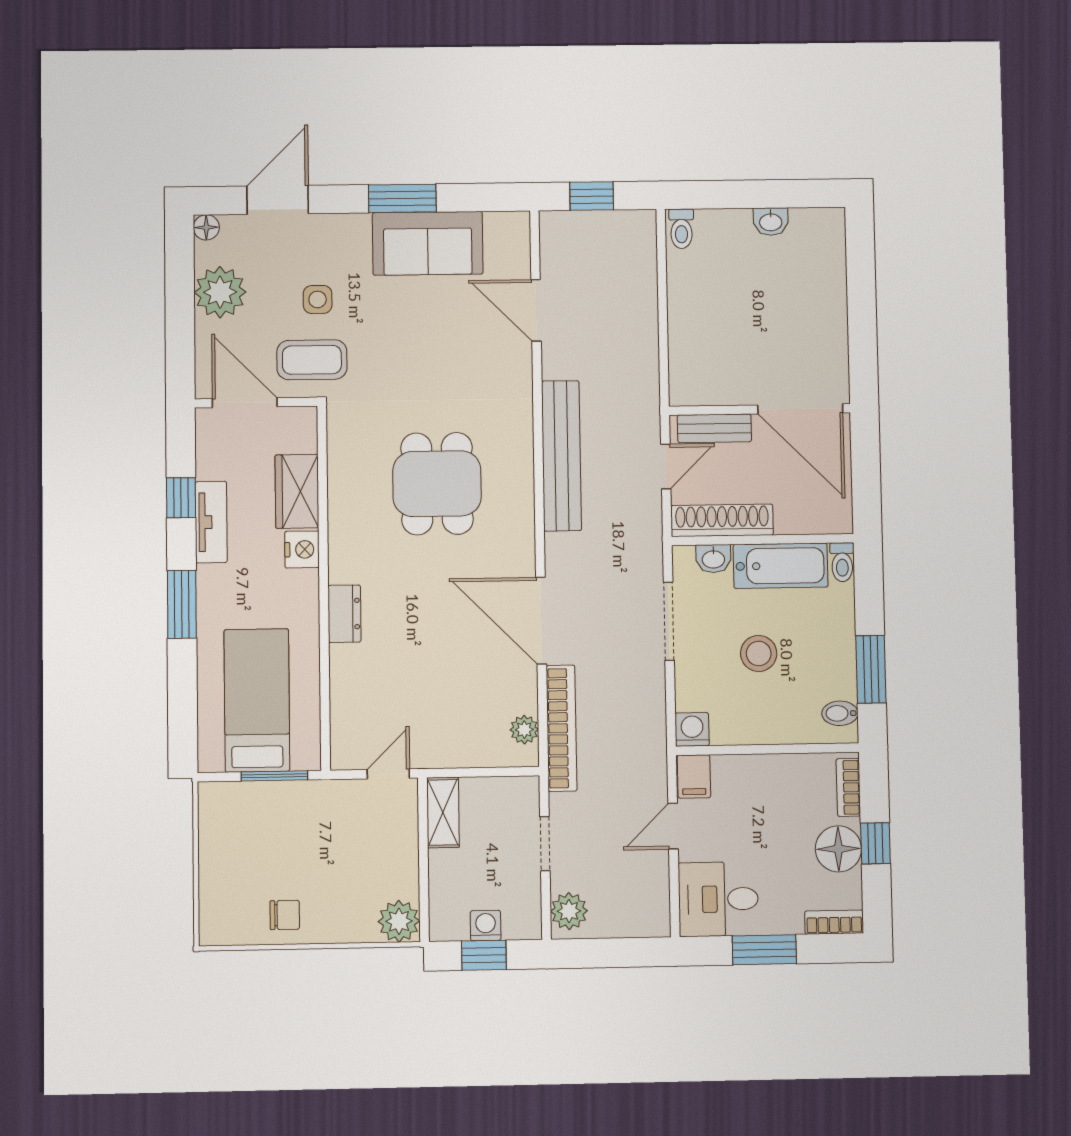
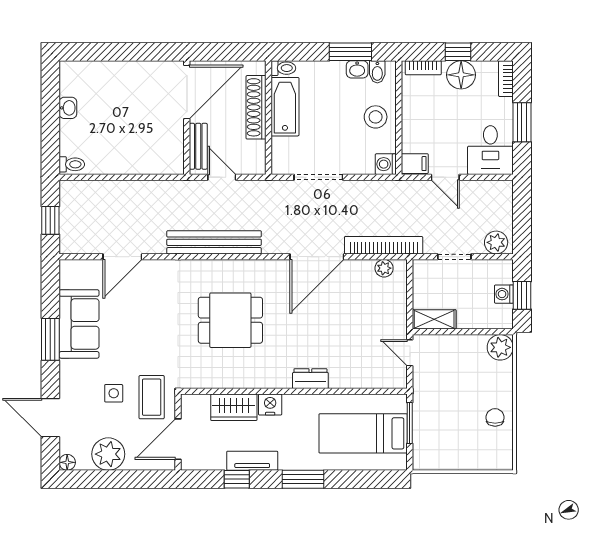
shoe rack: (722, 520) -> (256, 107), moved
washbasin: (713, 559) -> (357, 69), moved, turned 90
stool: (759, 653) -> (376, 117), moved

